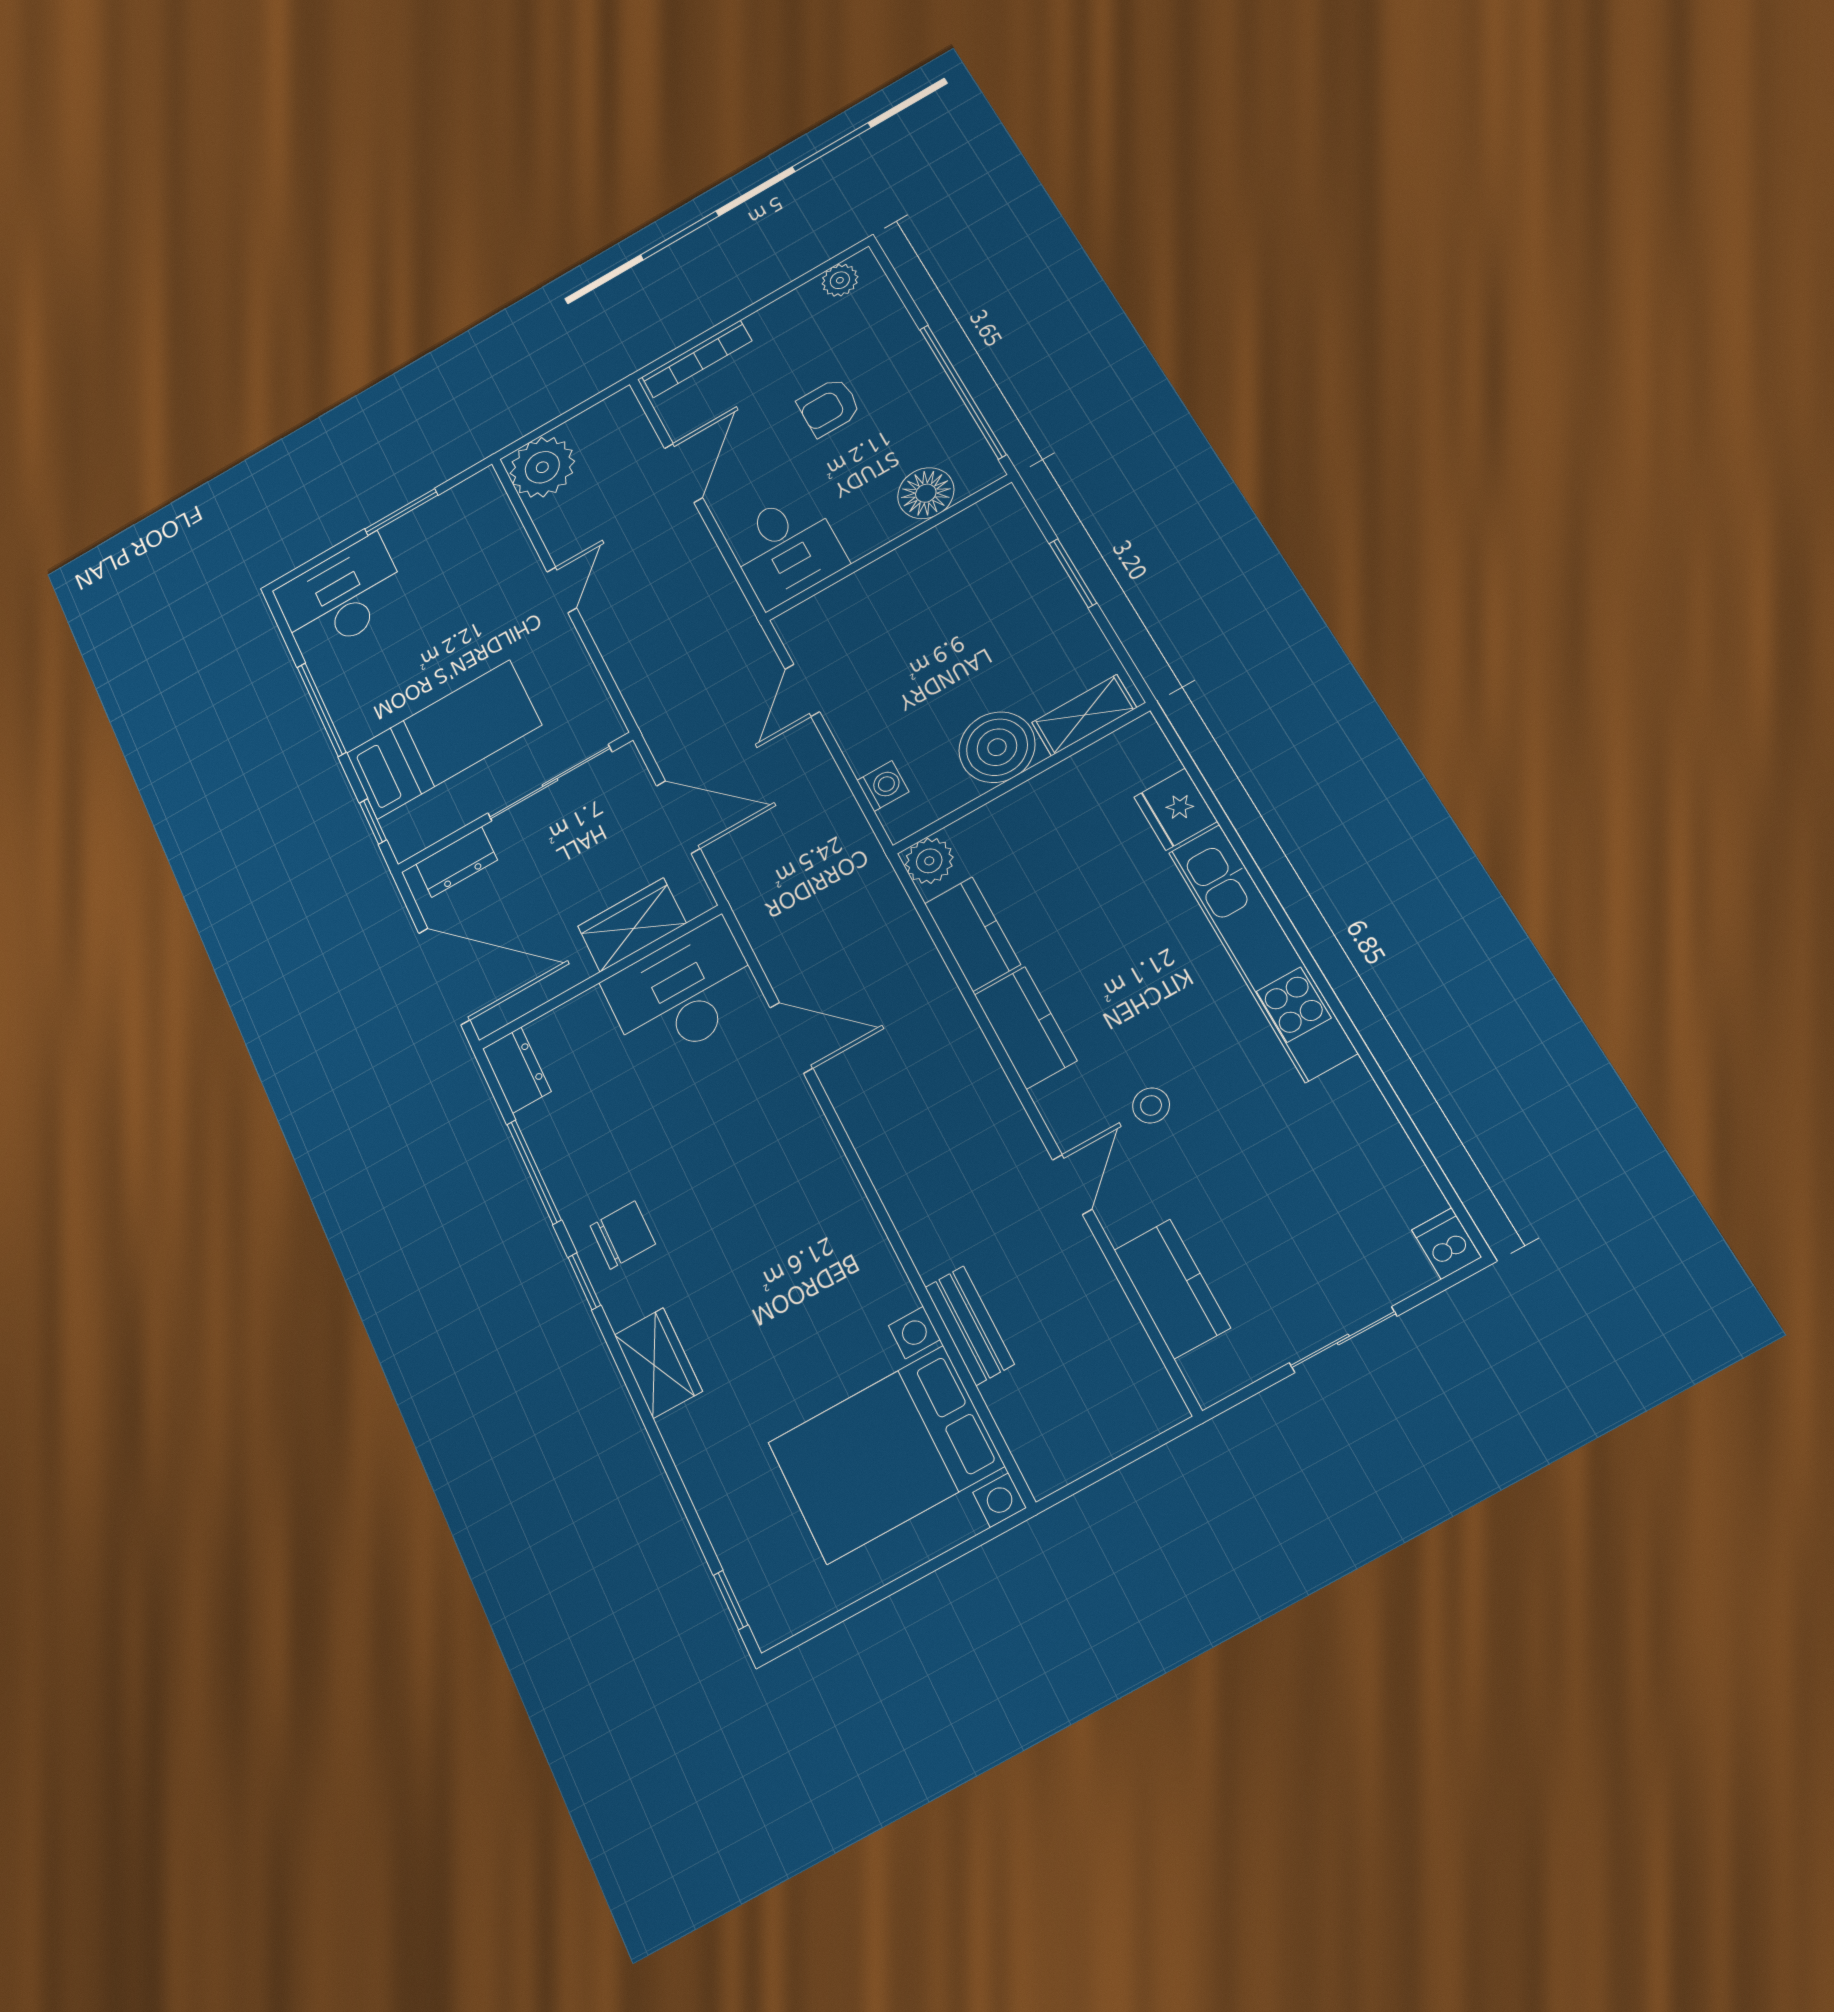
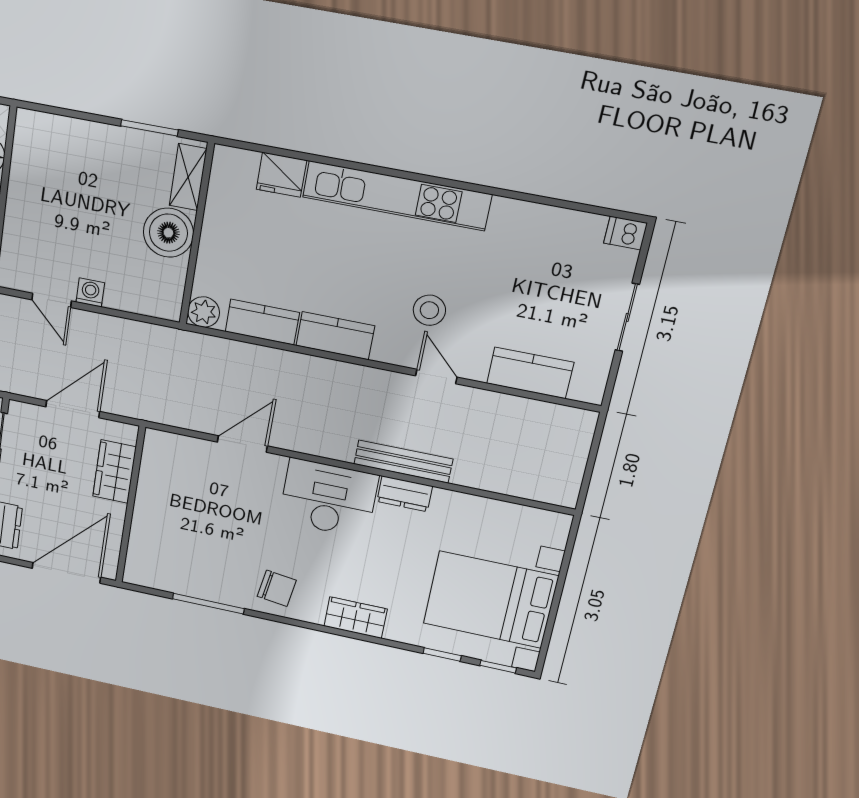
window: (1073, 573) -> (149, 128), moved
washing machine: (883, 786) -> (90, 292), moved
desk: (683, 993) -> (328, 498), moved, turned 90
dresser: (517, 1070) -> (405, 494), moved, turned 180
stool: (1151, 1105) -> (429, 310), width x1.37, depth x1.37
chair: (623, 1235) -> (277, 588), turned 98
window: (584, 1281) -> (442, 655), moved
bench: (970, 1326) -> (403, 462), moved, width x1.36
bed with nightstands: (886, 1454) -> (491, 600), moved, turned 90

